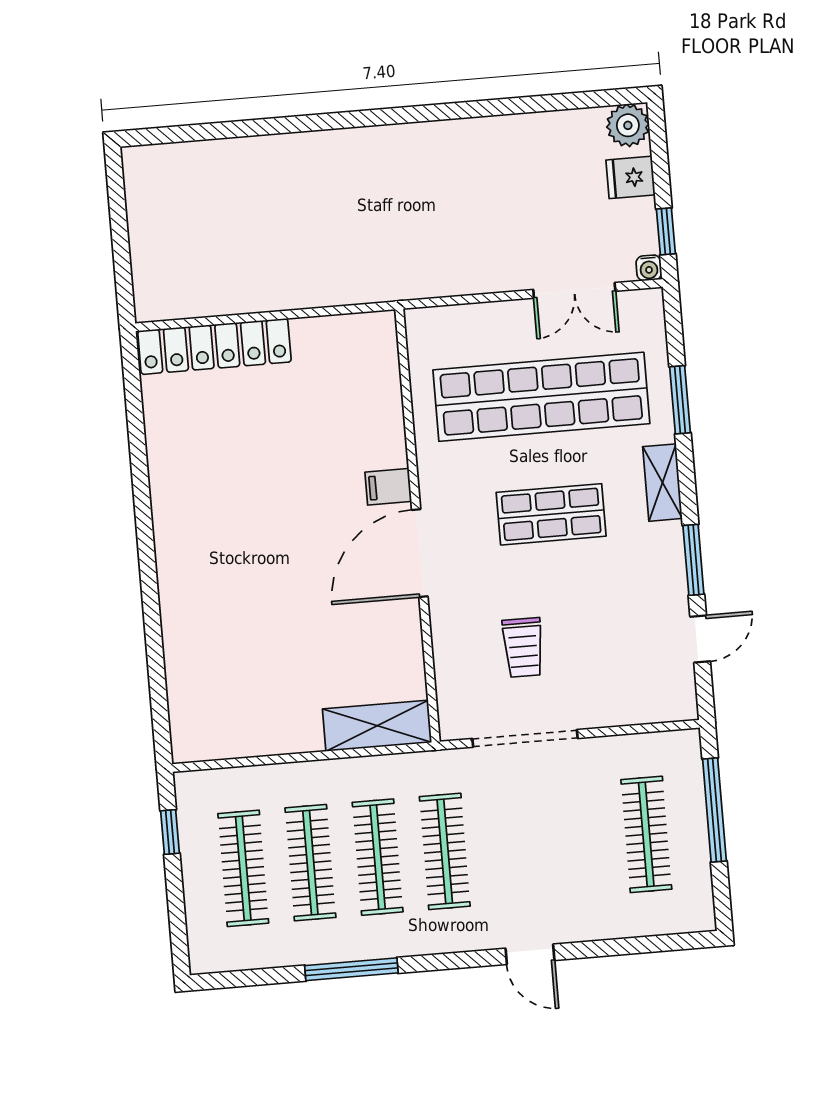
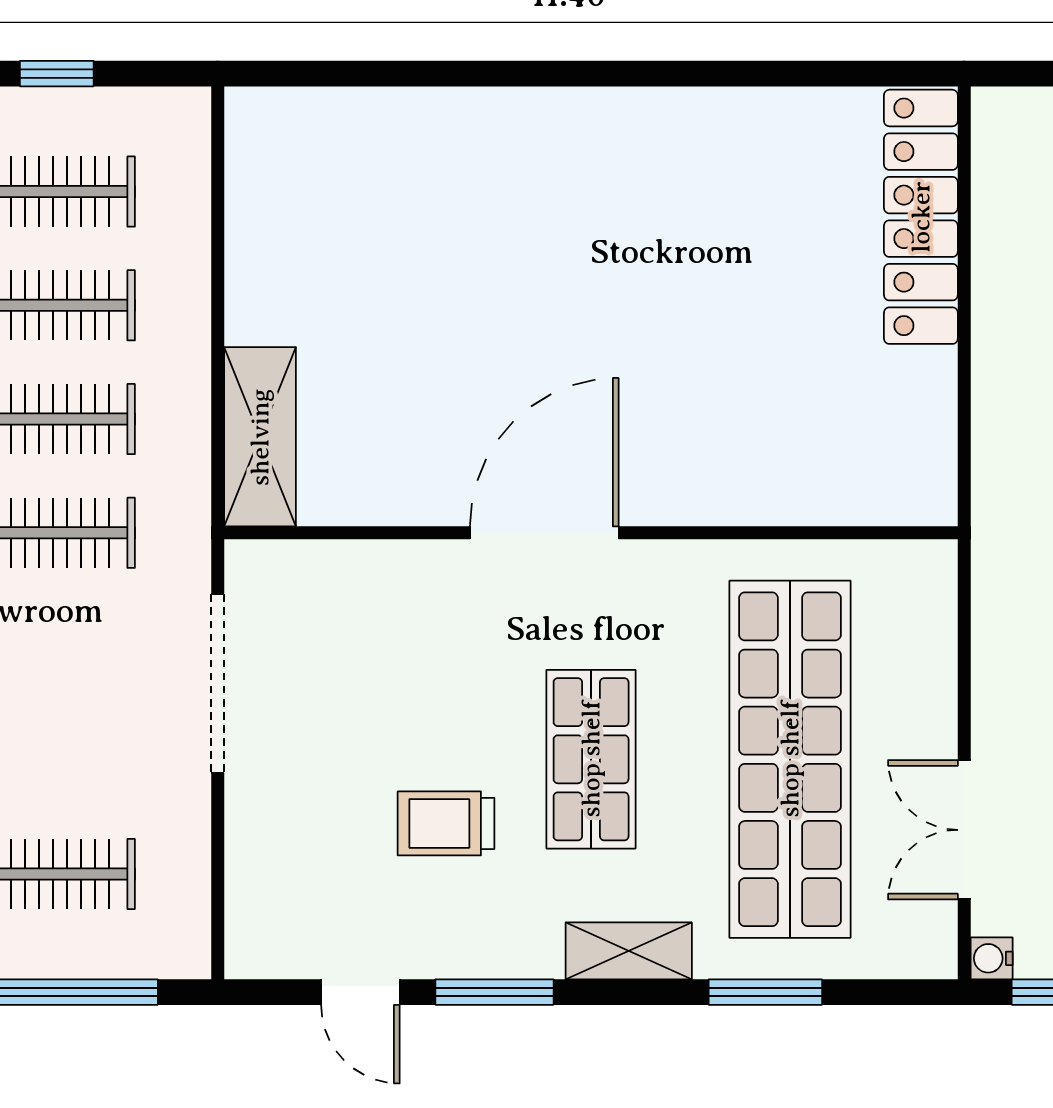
filing cabinet: (388, 487) -> (660, 489), removed
door: (420, 553) -> (544, 533), hinge flipped
trolley: (523, 647) -> (446, 823), moved
window: (170, 832) -> (57, 74), moved

